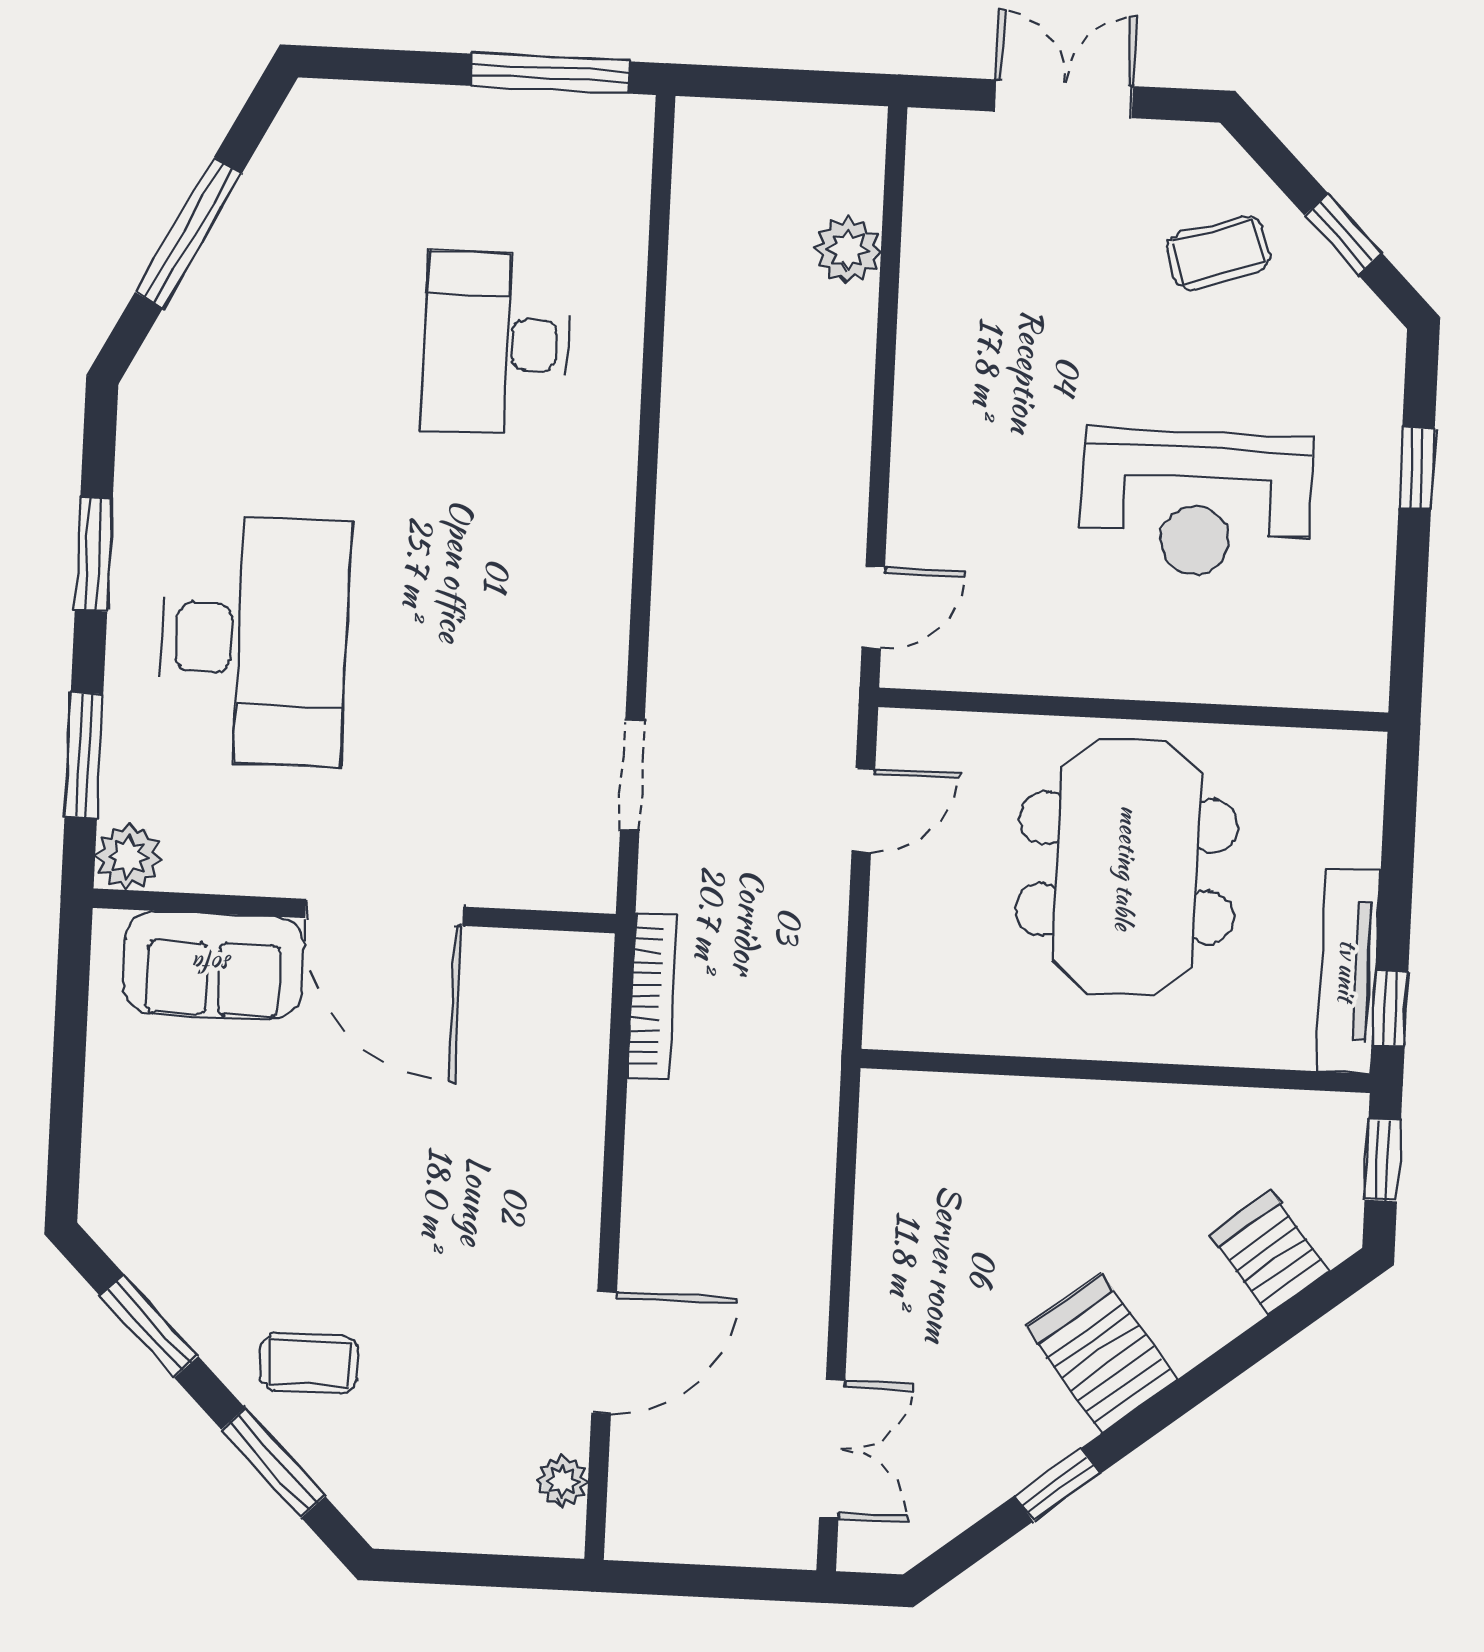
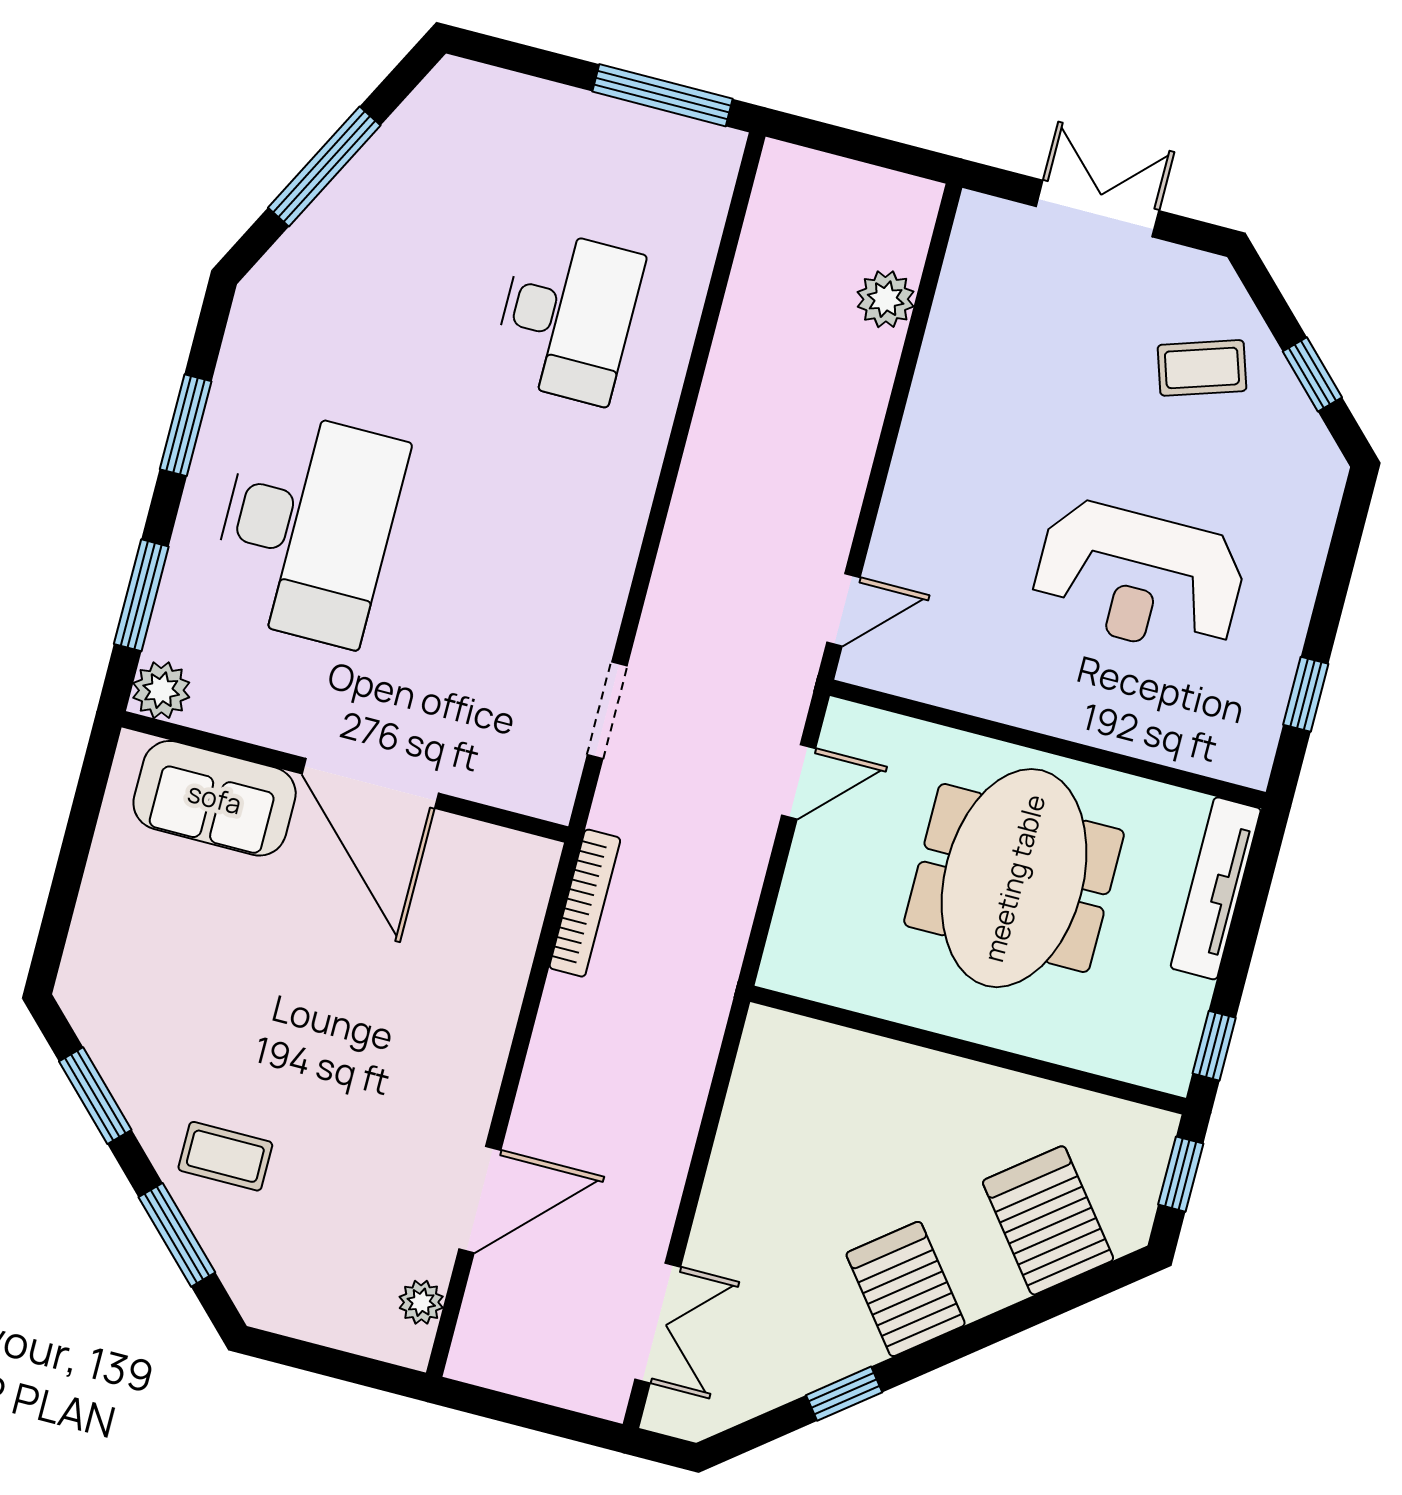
desk: (496, 343) -> (567, 316), turned 180
window: (1417, 468) -> (1306, 694), moved
tv unit: (1348, 971) -> (1216, 888), moved
server rack: (1269, 1253) -> (1048, 1220), width x1.36, depth x1.44

